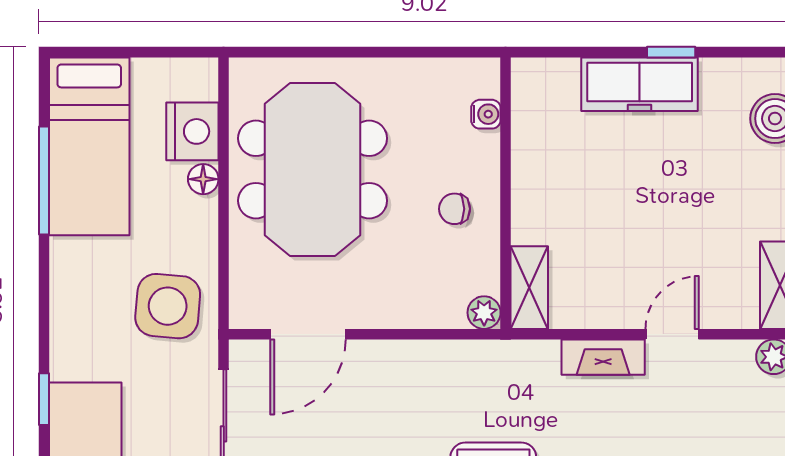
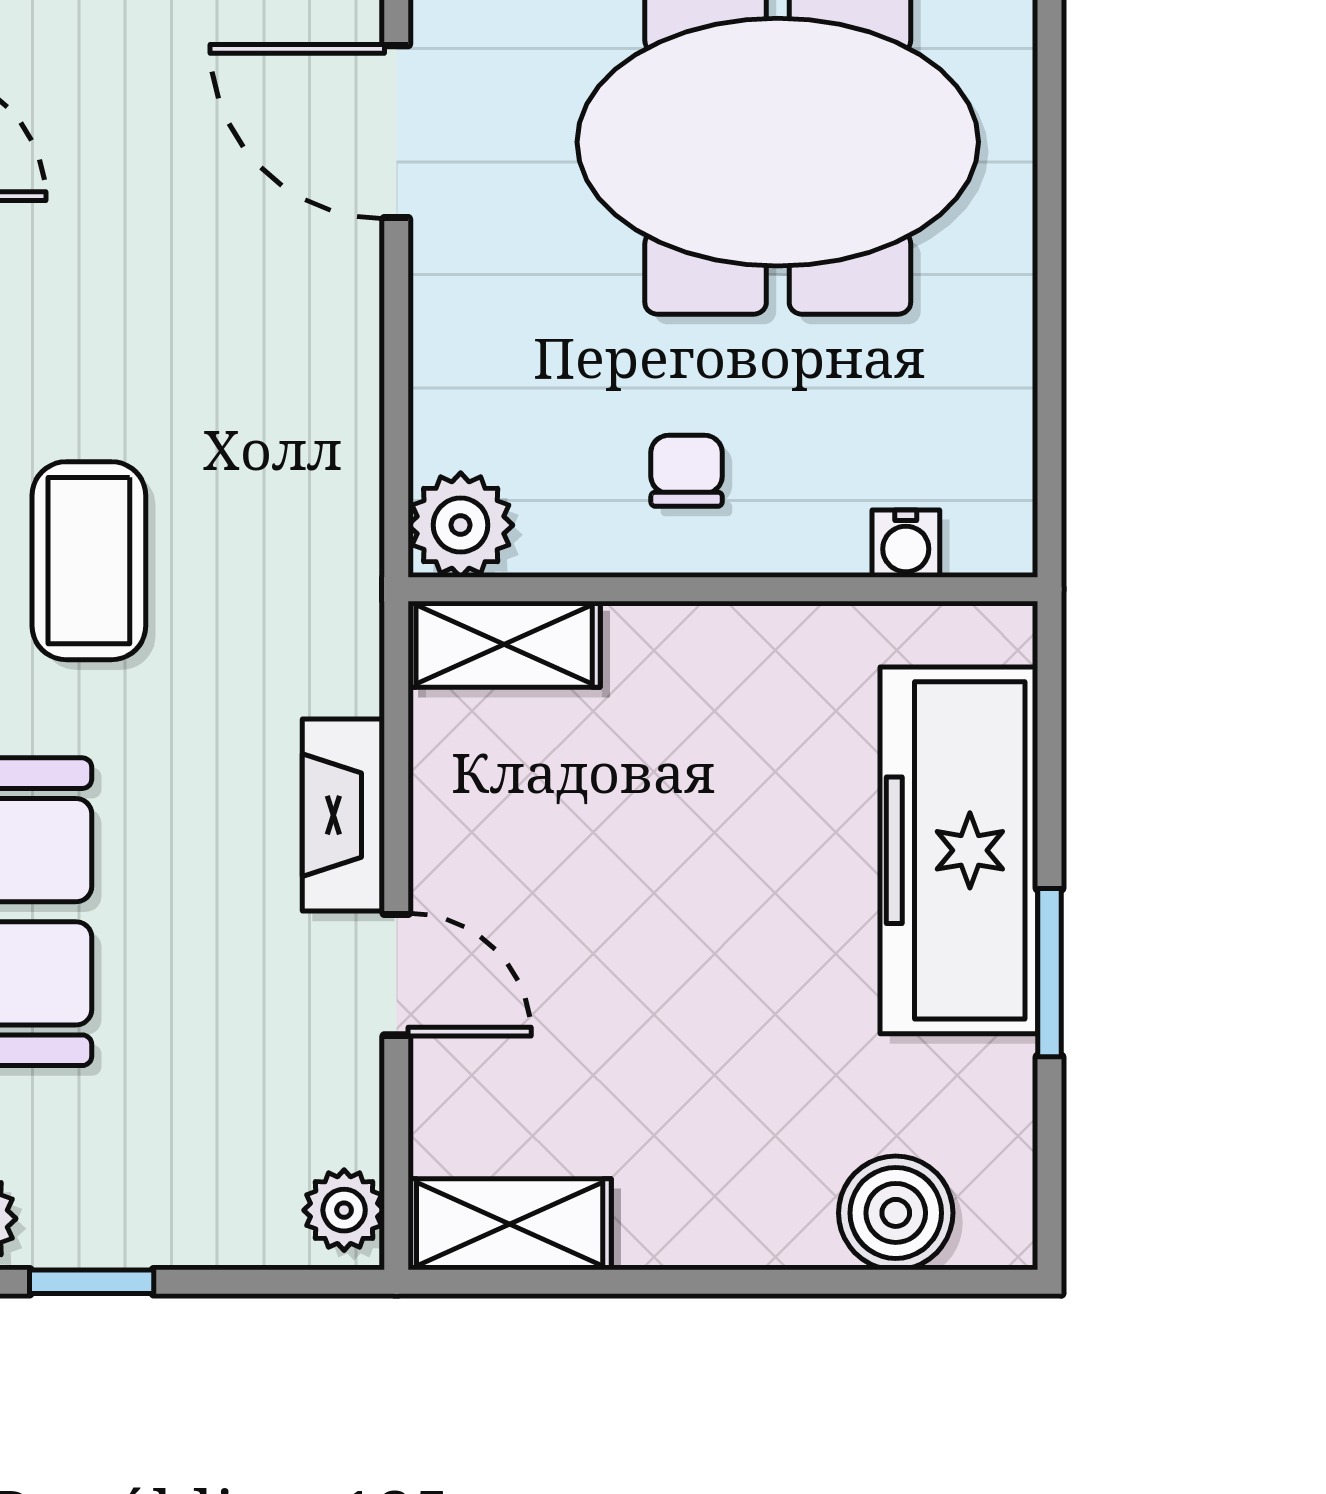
window: (671, 52) -> (1049, 973), width x1.50
freezer: (640, 84) -> (959, 850), width x1.36, depth x1.26
plant: (484, 313) -> (461, 525), width x1.38, depth x1.38

